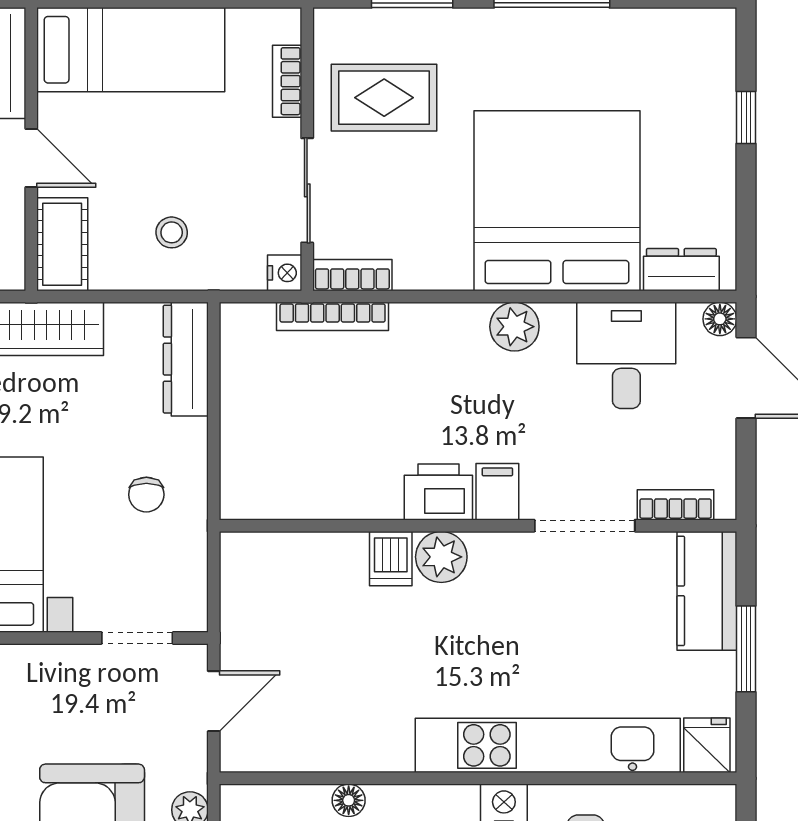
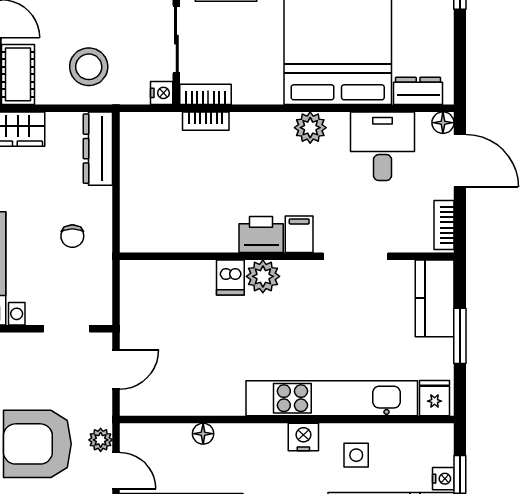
stool: (172, 232) -> (89, 67), width x1.89, depth x1.89
bookcase: (333, 316) -> (206, 121), width x0.64
bookcase: (676, 505) -> (444, 225), moved, turned -90

